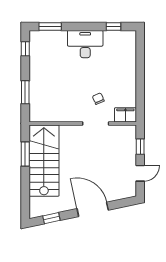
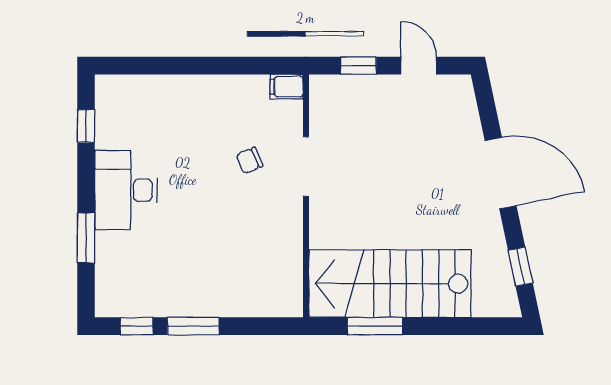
window: (50, 26) -> (86, 238), moved
window: (25, 92) -> (193, 326), moved
filing cabinet: (125, 115) -> (287, 87), width x0.50
door: (93, 209) -> (501, 173), swing flipped

